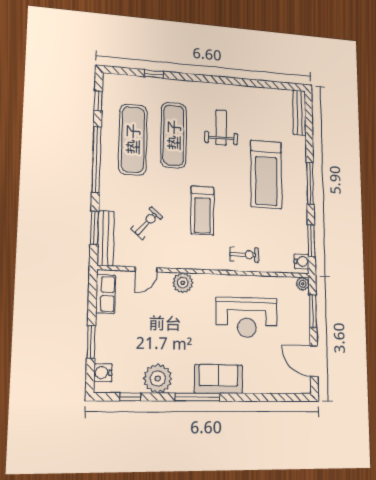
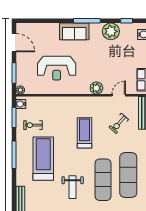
exercise bike: (244, 255) -> (33, 125), moved
reception desk: (247, 317) -> (57, 68), turned 180

